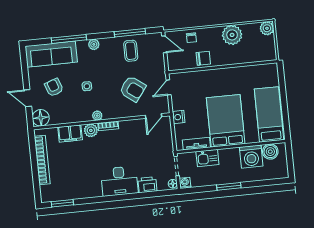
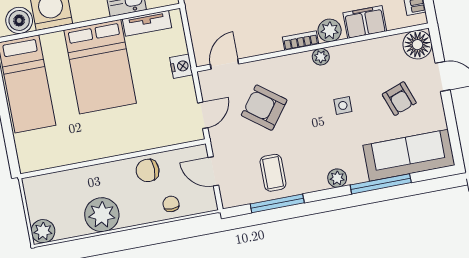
door: (164, 44) -> (213, 171), moved

